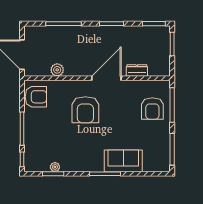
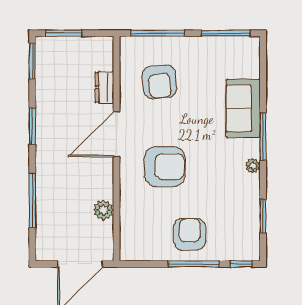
door: (106, 78) -> (116, 134), hinge flipped
armchair: (36, 97) -> (190, 234), moved
armchair: (152, 109) -> (159, 82), moved, turned 84
plant: (55, 167) -> (253, 166), moved

